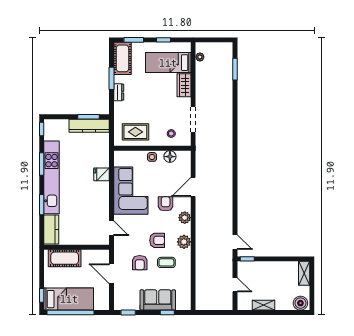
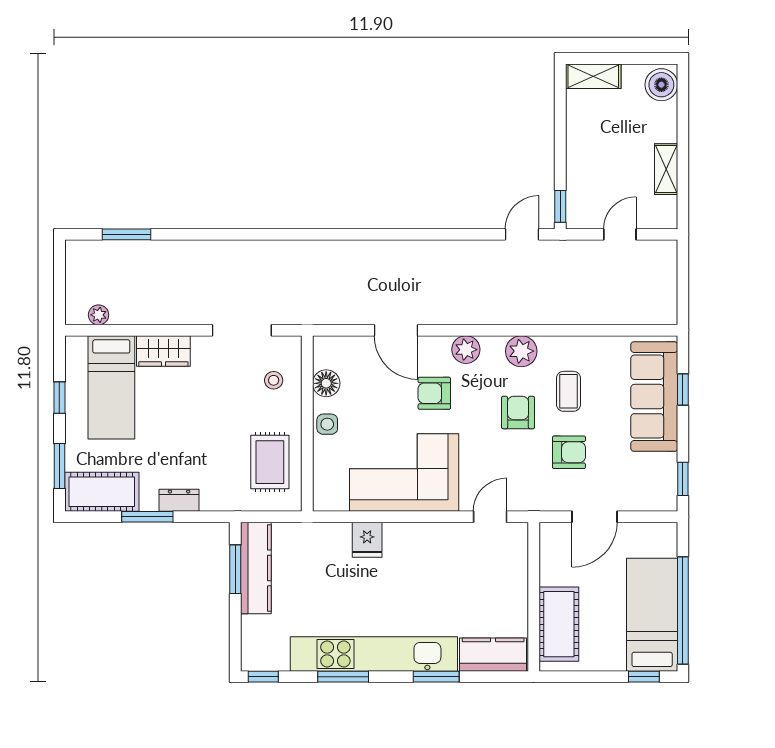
sofa: (158, 300) -> (654, 397), width x1.36

